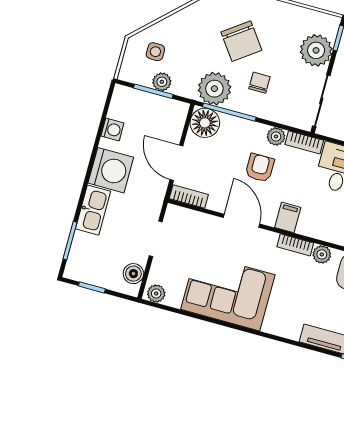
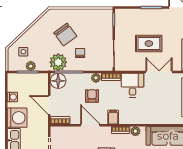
plant: (316, 50) -> (104, 29), removed

